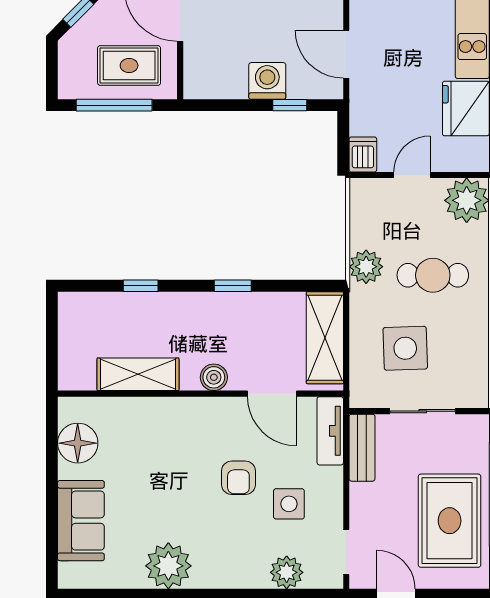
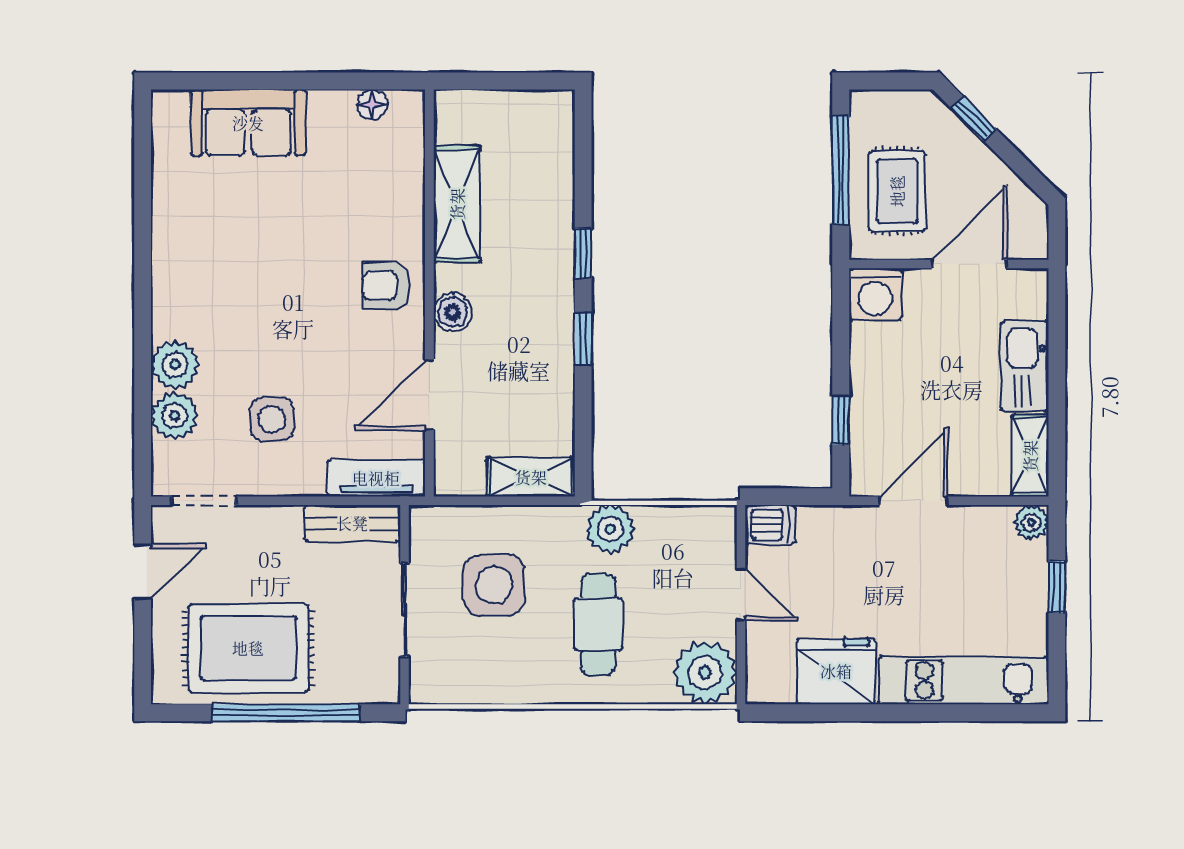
washing machine: (267, 81) -> (875, 294), moved, turned 90
window: (141, 286) -> (583, 253), moved
shelving: (325, 338) -> (531, 477), width x0.67, depth x0.75
floor lamp: (78, 443) -> (372, 105), width x0.53, depth x0.53
armchair: (238, 478) -> (387, 286), moved
plant: (168, 566) -> (175, 365), moved, width x0.73, depth x0.73

